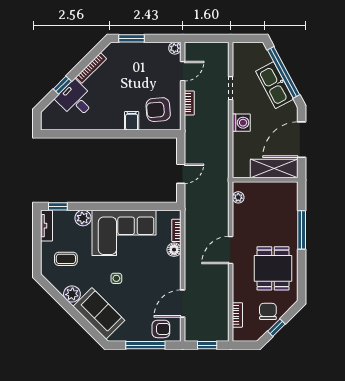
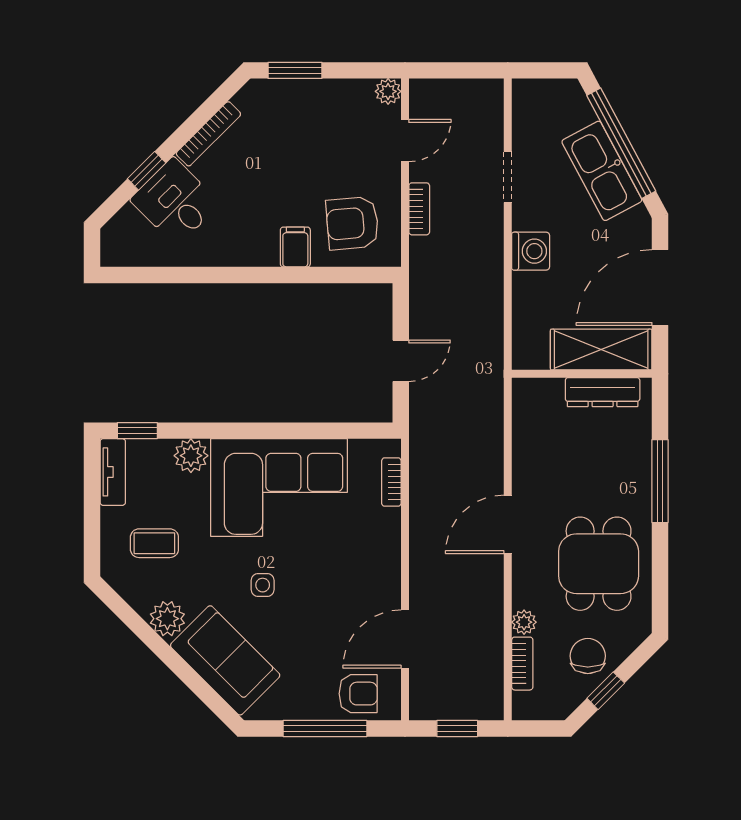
dresser: (275, 188) -> (603, 392), added
plant: (238, 197) -> (524, 622), moved
floor lamp: (174, 250) -> (386, 524), removed

